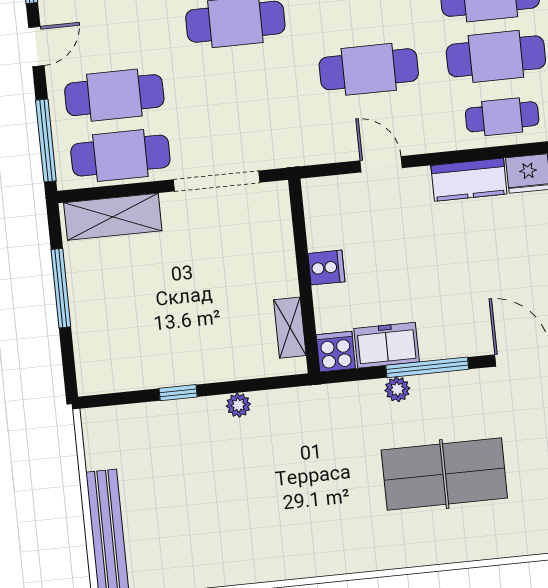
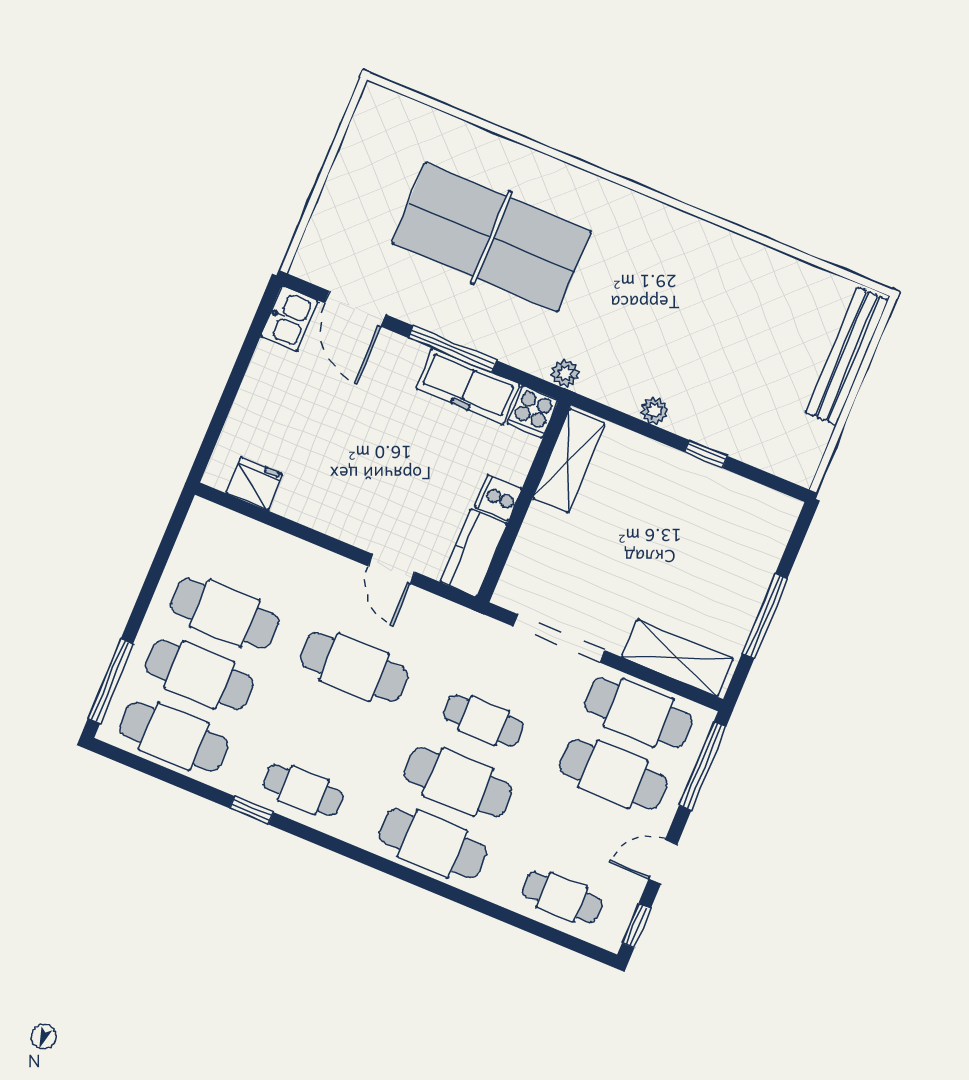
cafe table: (502, 117) -> (484, 721), moved
kitchen counter: (469, 180) -> (474, 553), moved, turned -90
shelving: (290, 328) -> (569, 461), width x1.50, depth x1.33
freezer: (387, 345) -> (468, 386), width x1.40
plant: (397, 389) -> (565, 373), moved
table tennis table: (444, 474) -> (491, 237), width x1.36, depth x1.32

